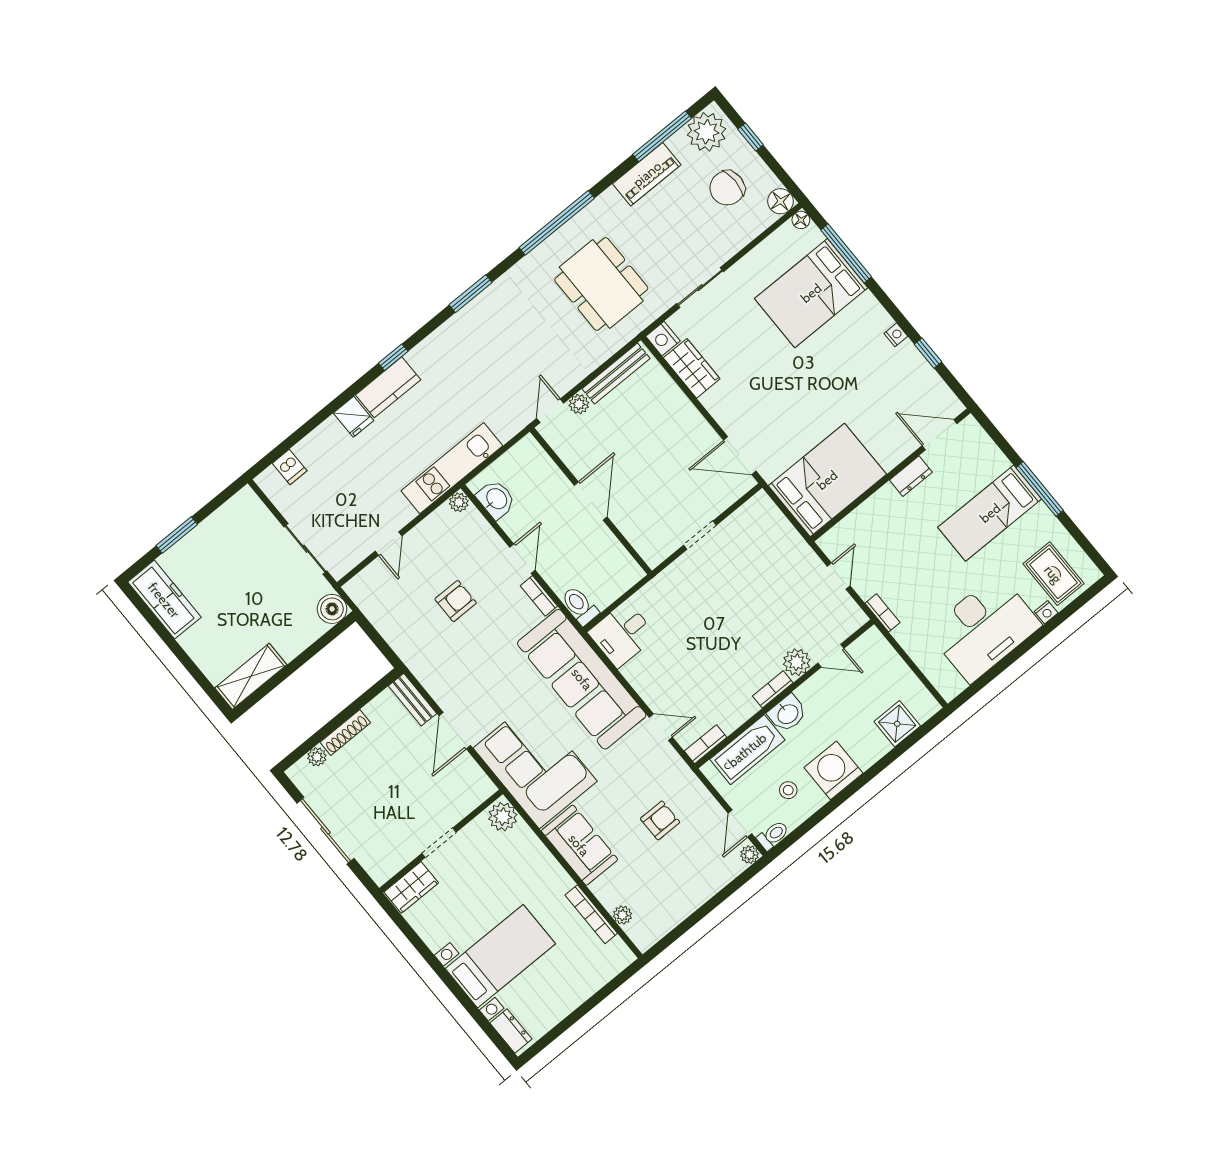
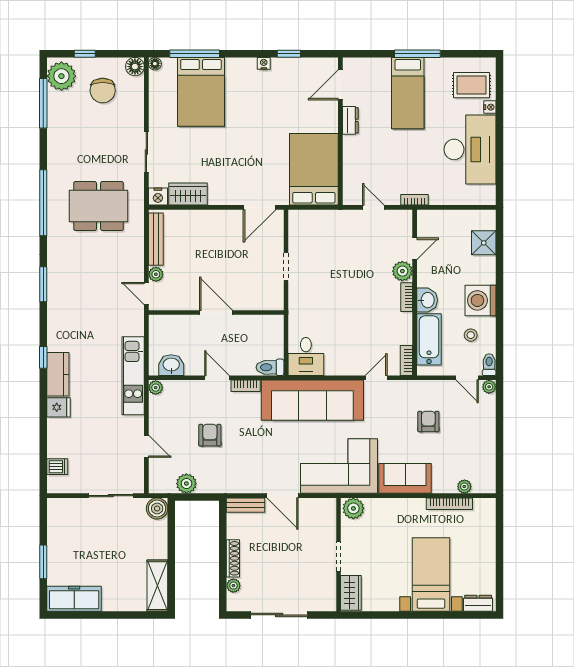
piano: (647, 174) -> (58, 129), removed
plant: (384, 618) -> (186, 484), added

